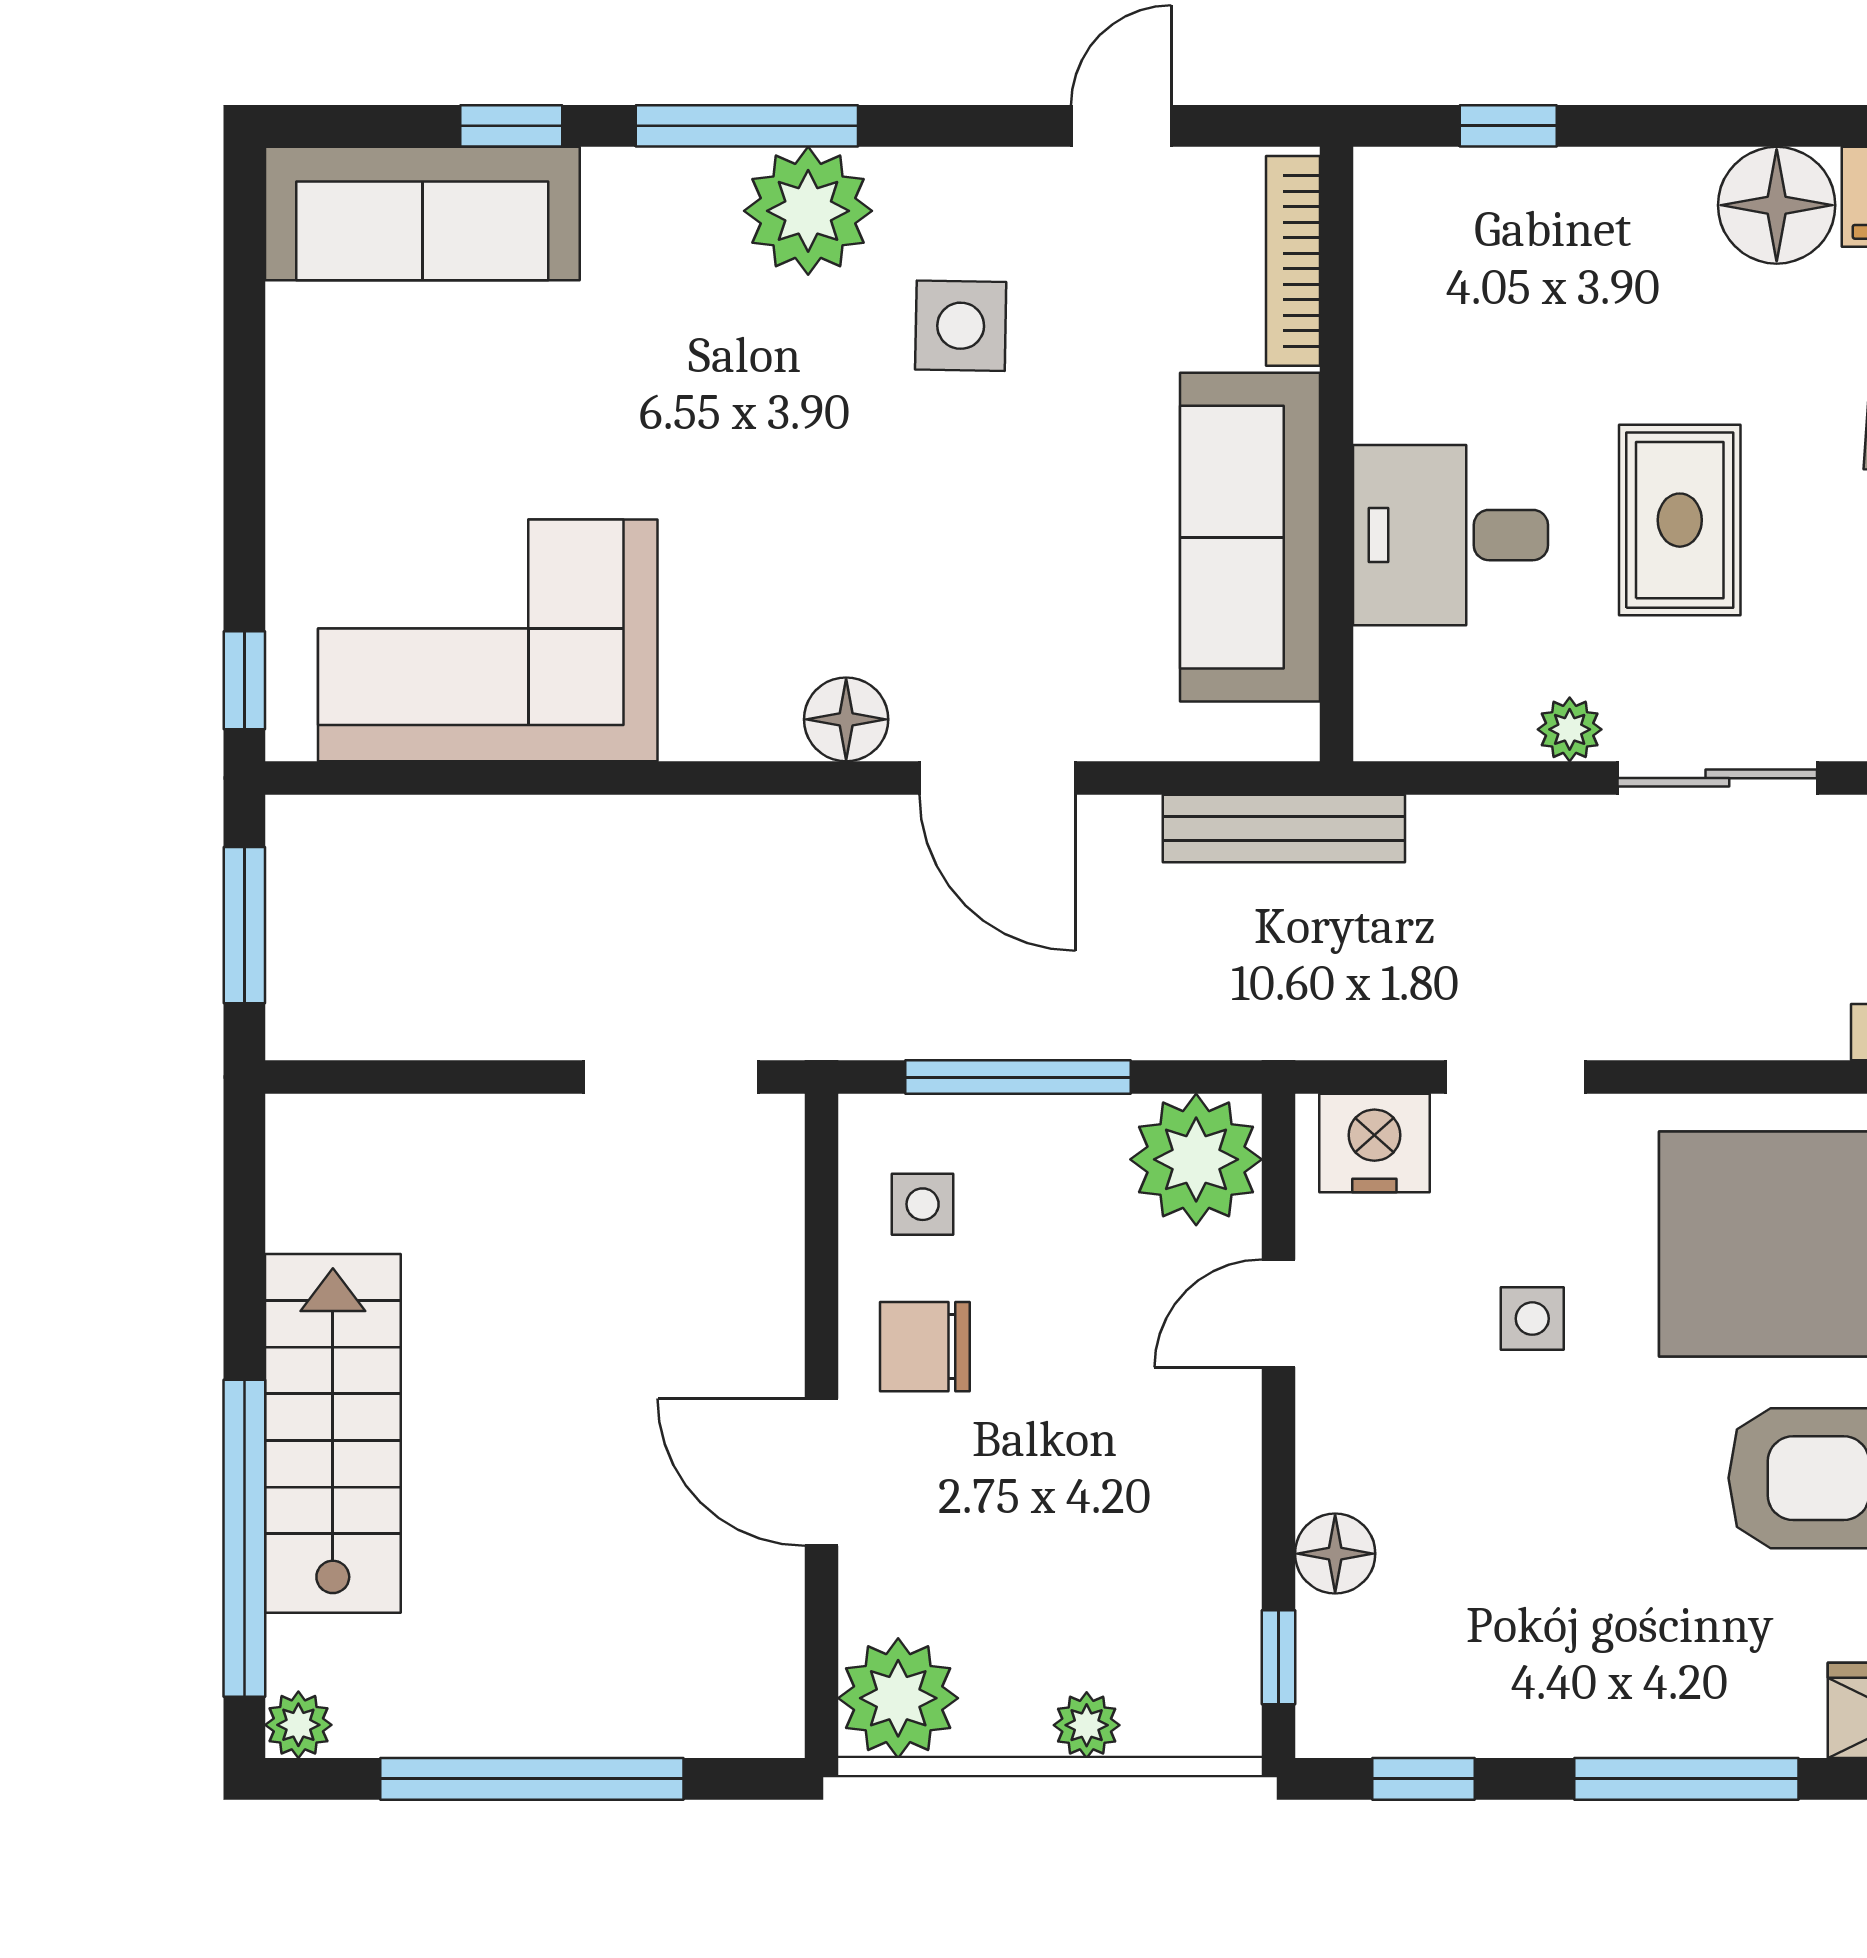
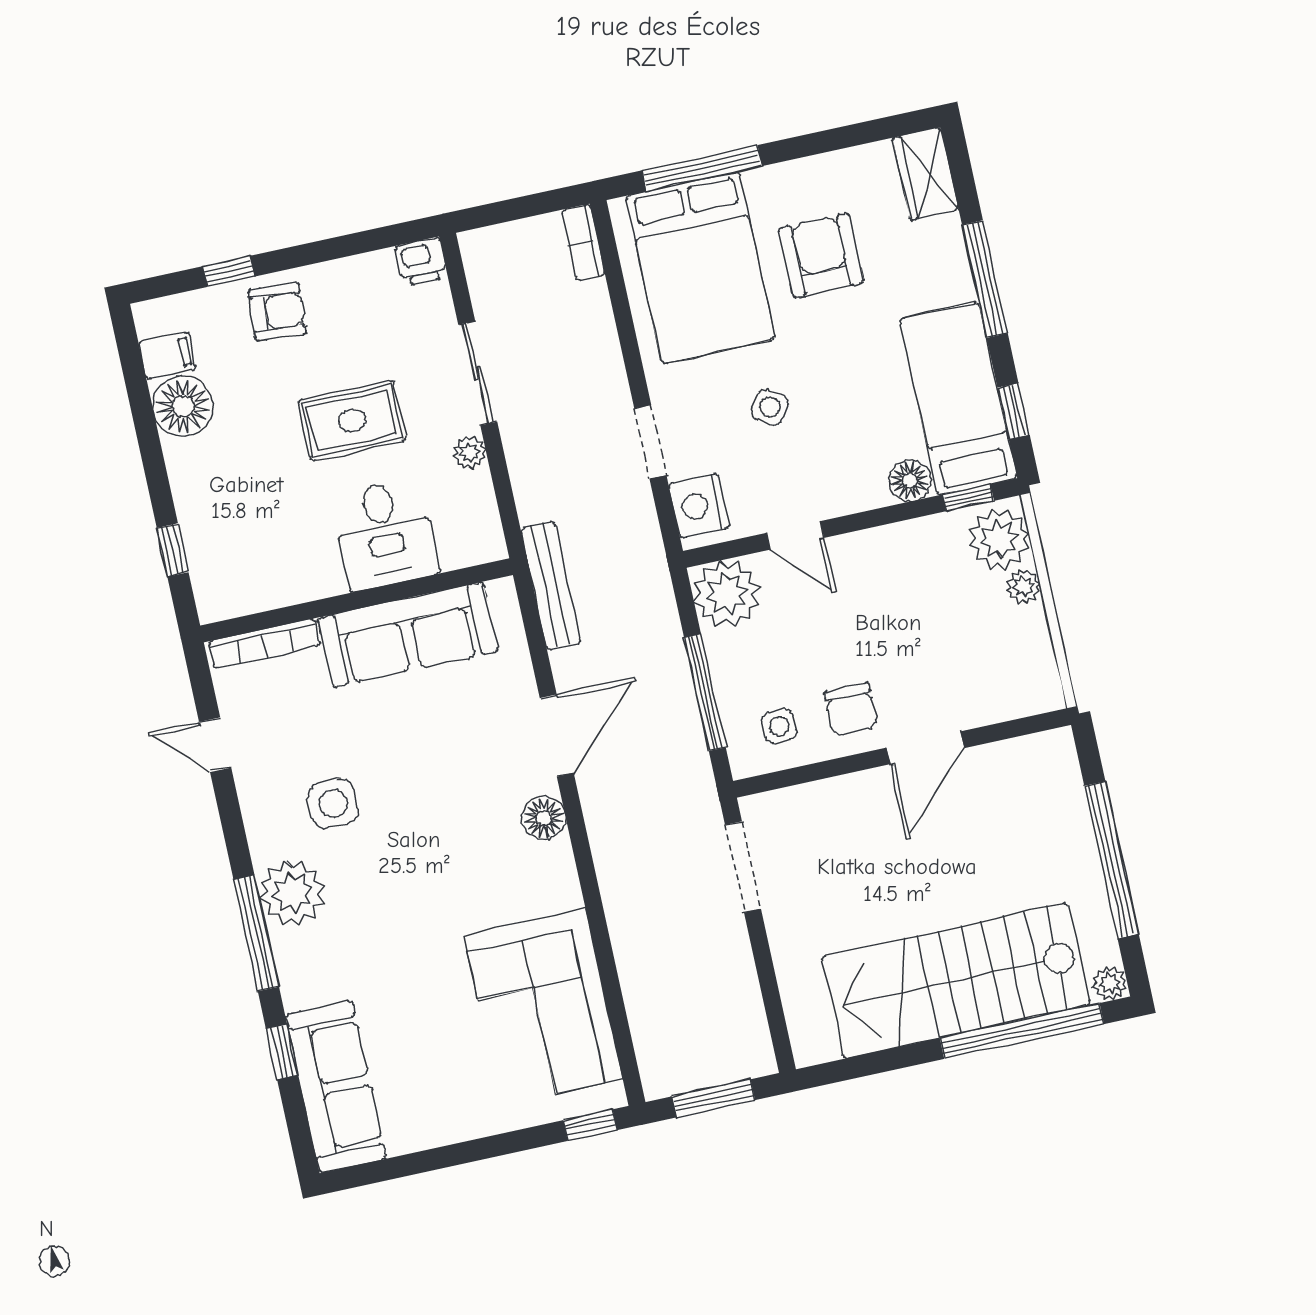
side table: (1532, 1319) -> (770, 407), turned 33
stairs: (333, 1433) -> (956, 981), width x1.36, depth x1.51
bed: (1470, 1679) -> (958, 399), added
plant: (898, 1698) -> (999, 539), moved

